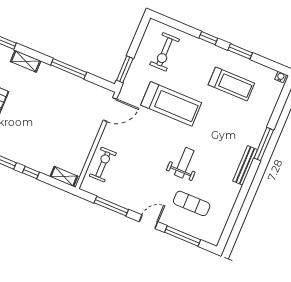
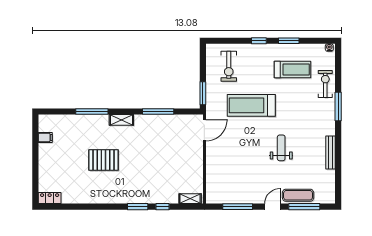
treadmill: (171, 104) -> (251, 105), turned 180
exercise bike: (103, 164) -> (325, 84), moved
bench: (245, 165) -> (331, 152), moved
exercise mat: (192, 203) -> (298, 195), moved

